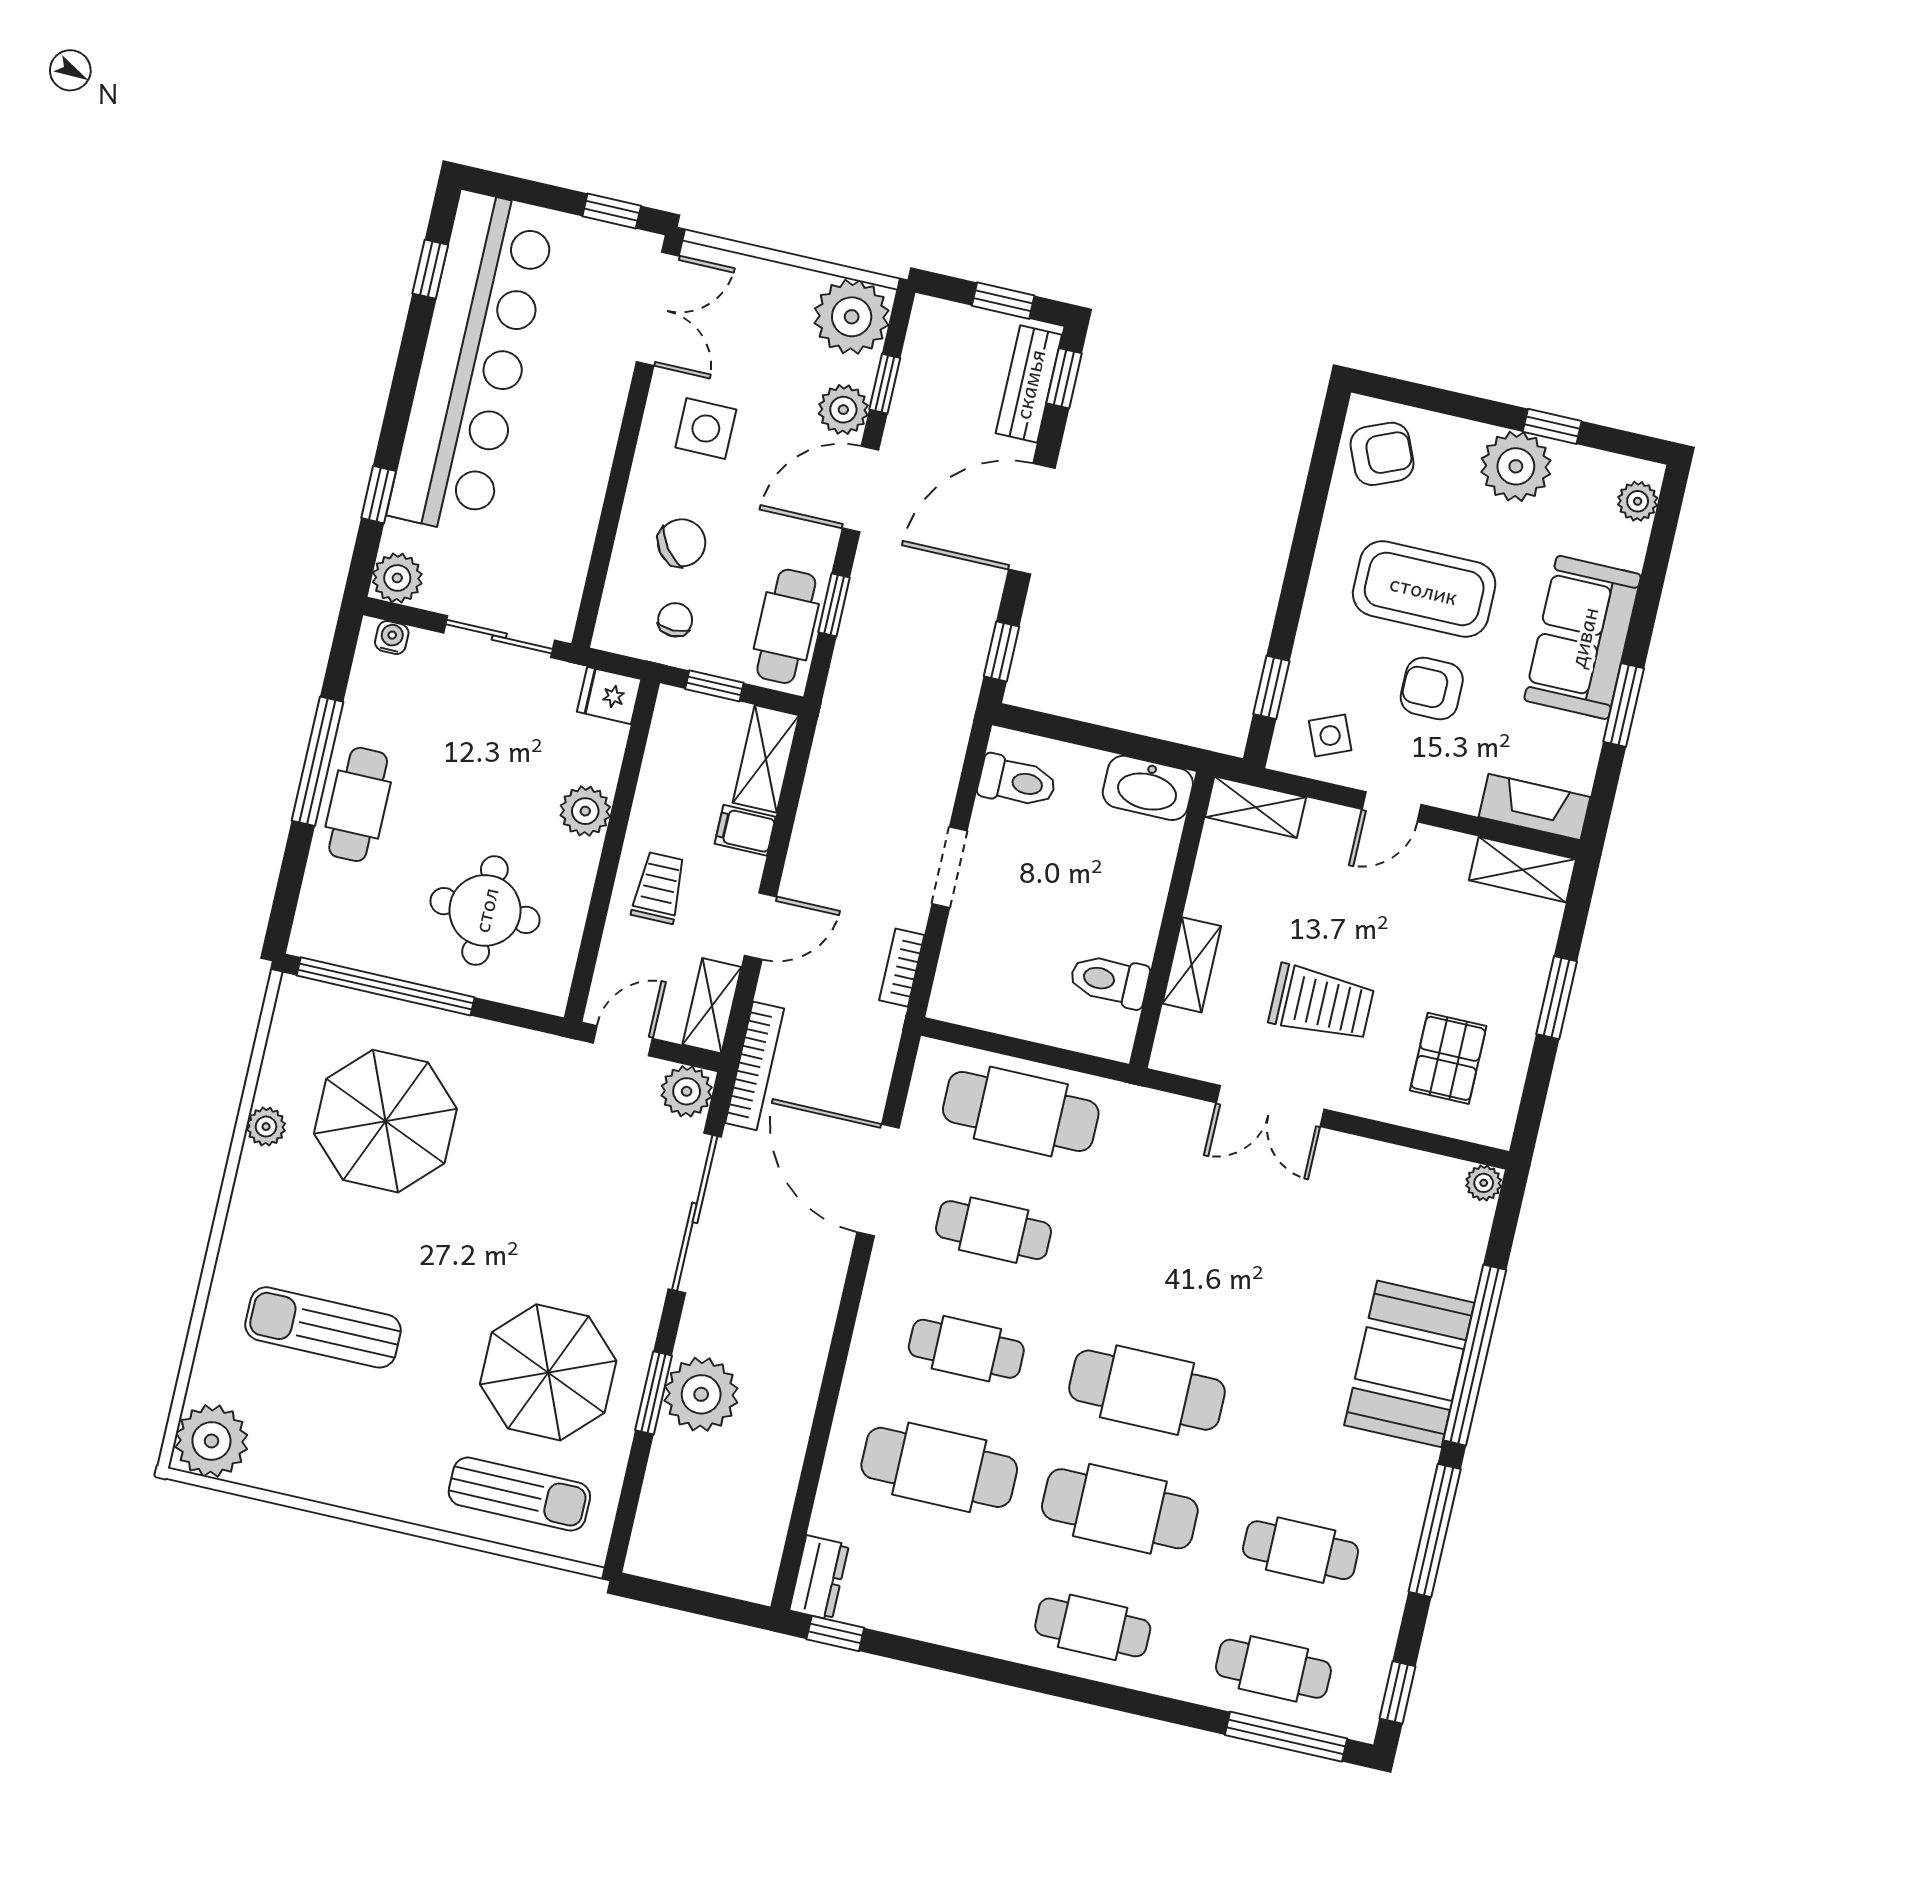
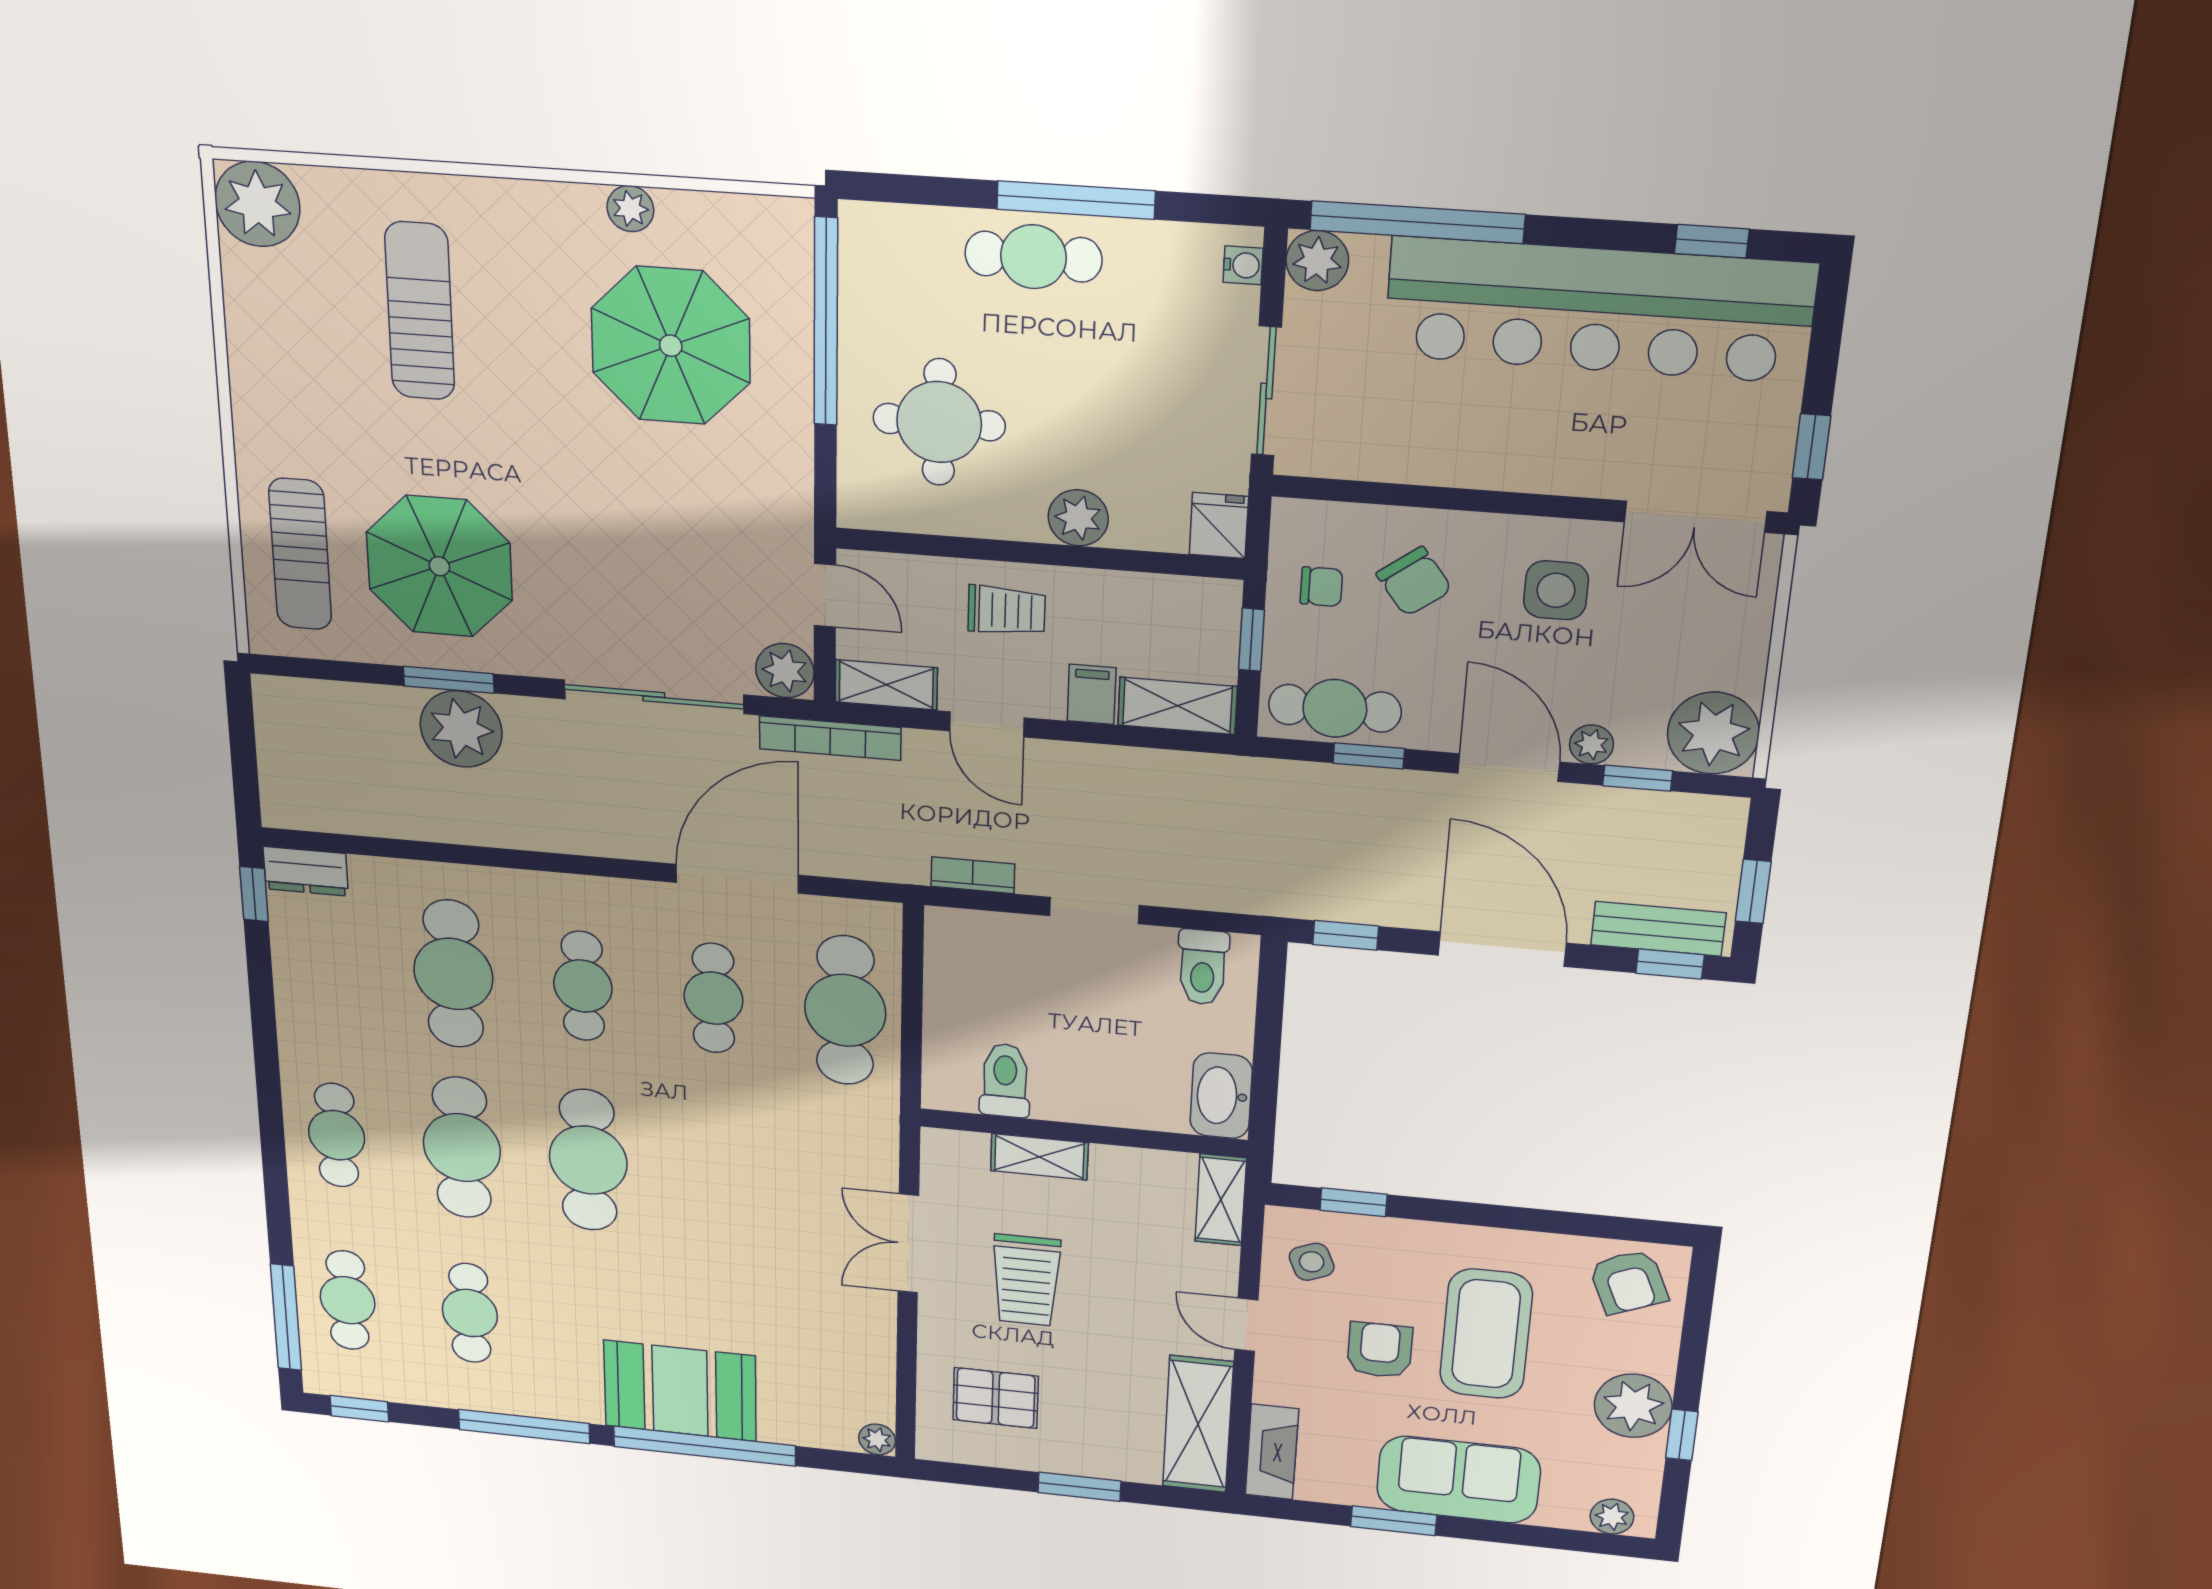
plant: (843, 410) -> (1591, 744), width x0.73, depth x0.73
window: (379, 495) -> (1417, 222), width x3.17
shelving: (1523, 870) -> (1198, 1424), width x1.50, depth x1.33

